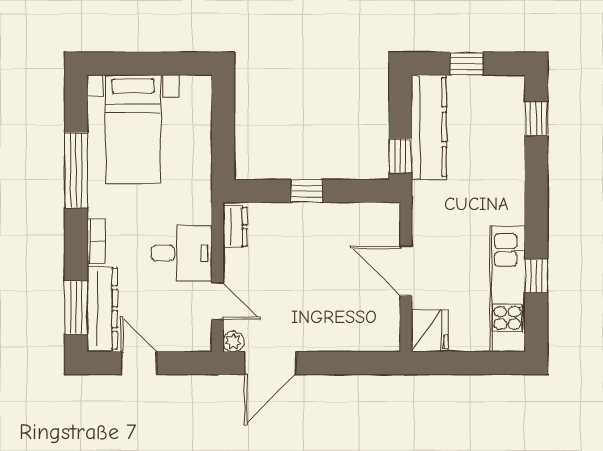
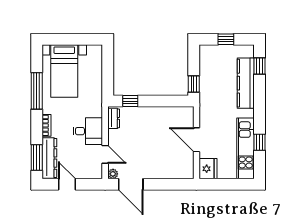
kitchen counter: (429, 127) -> (246, 83), moved, turned 180
window: (307, 191) -> (130, 101), moved
door: (270, 363) -> (131, 184), hinge flipped

